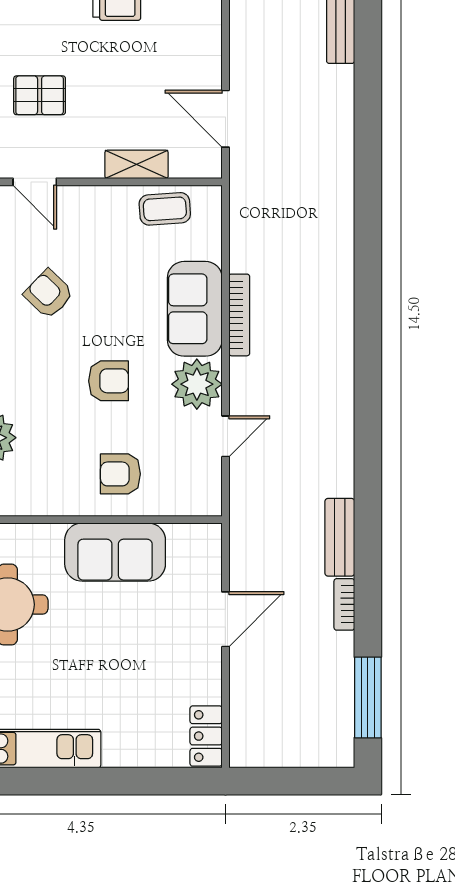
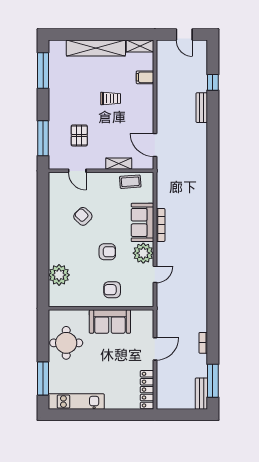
pallet: (40, 95) -> (79, 135), turned 90
bench: (340, 537) -> (201, 394), moved
locker: (206, 736) -> (147, 390), width x1.53

